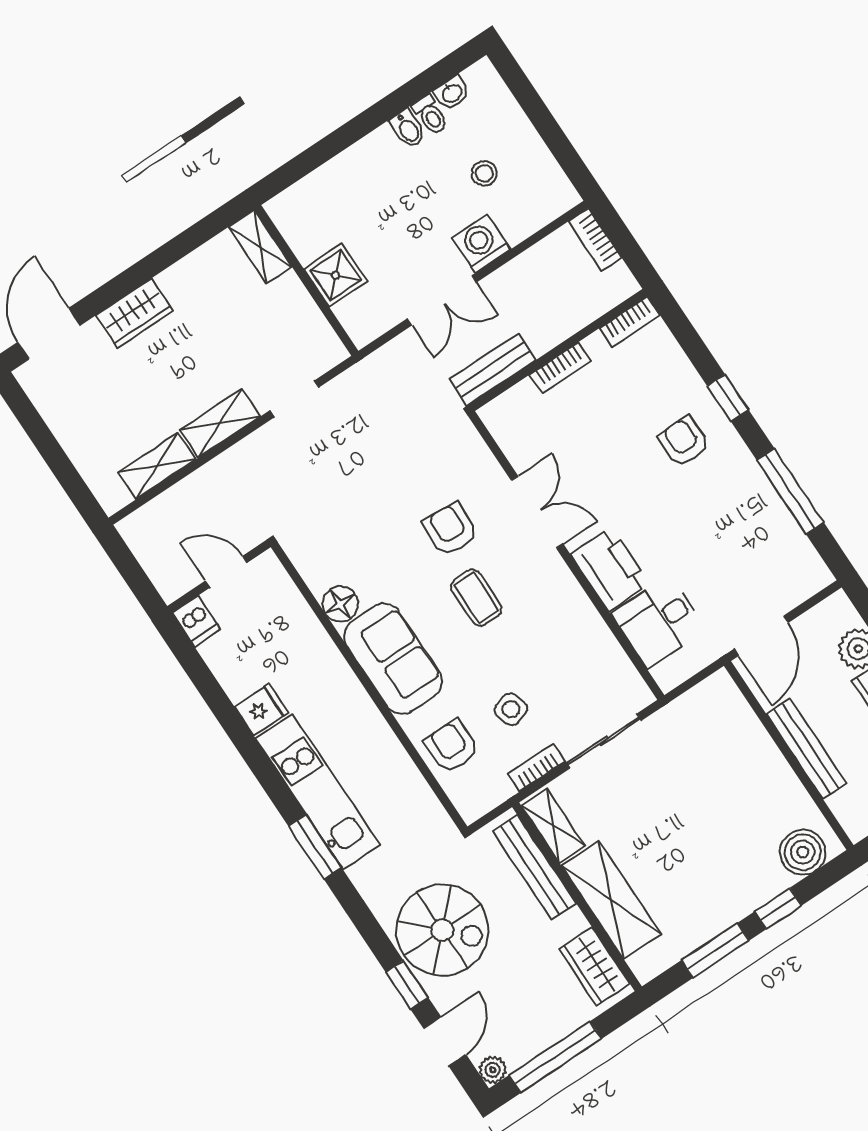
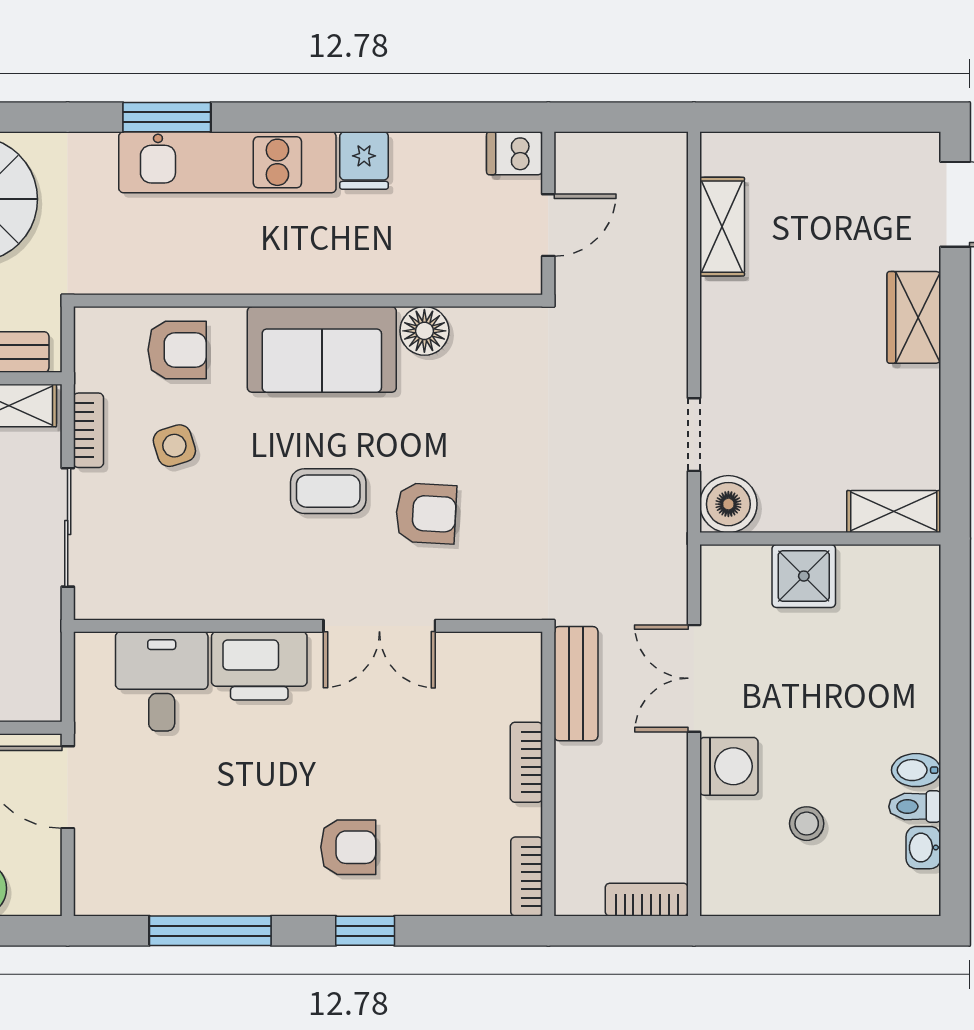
boiler: (322, 350) -> (728, 504), added
shelving: (220, 423) -> (723, 331), removed

